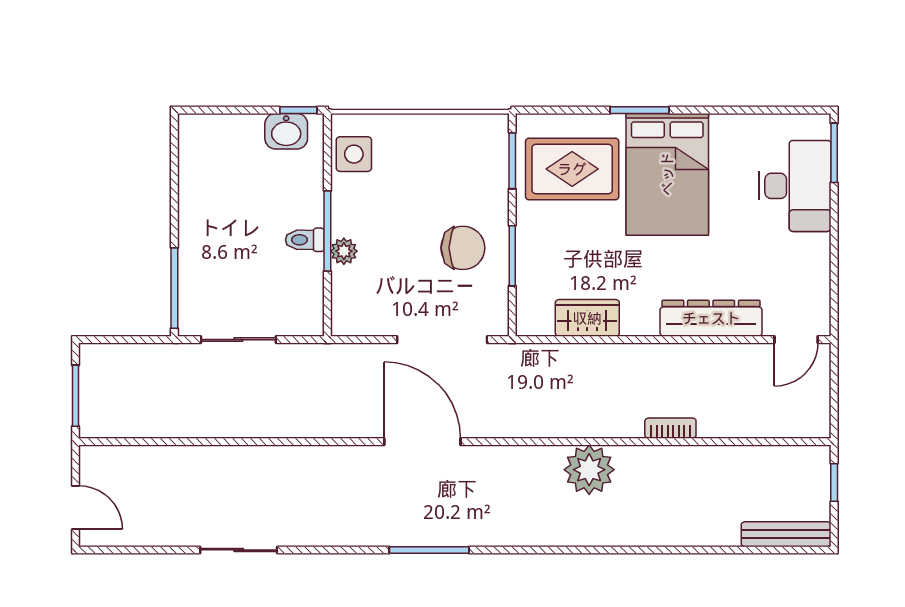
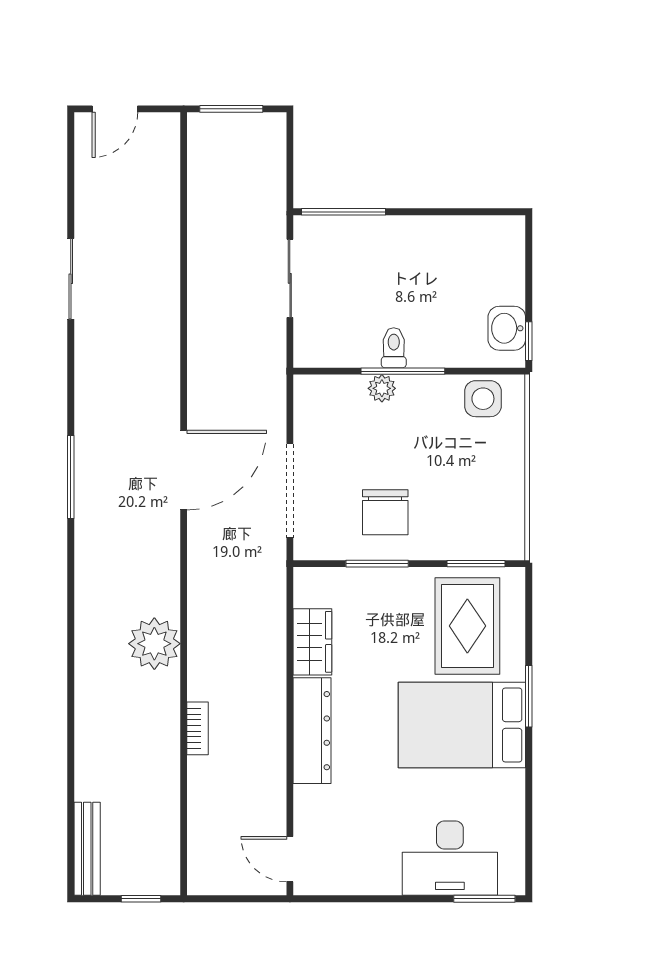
dresser: (711, 318) -> (312, 731), moved

